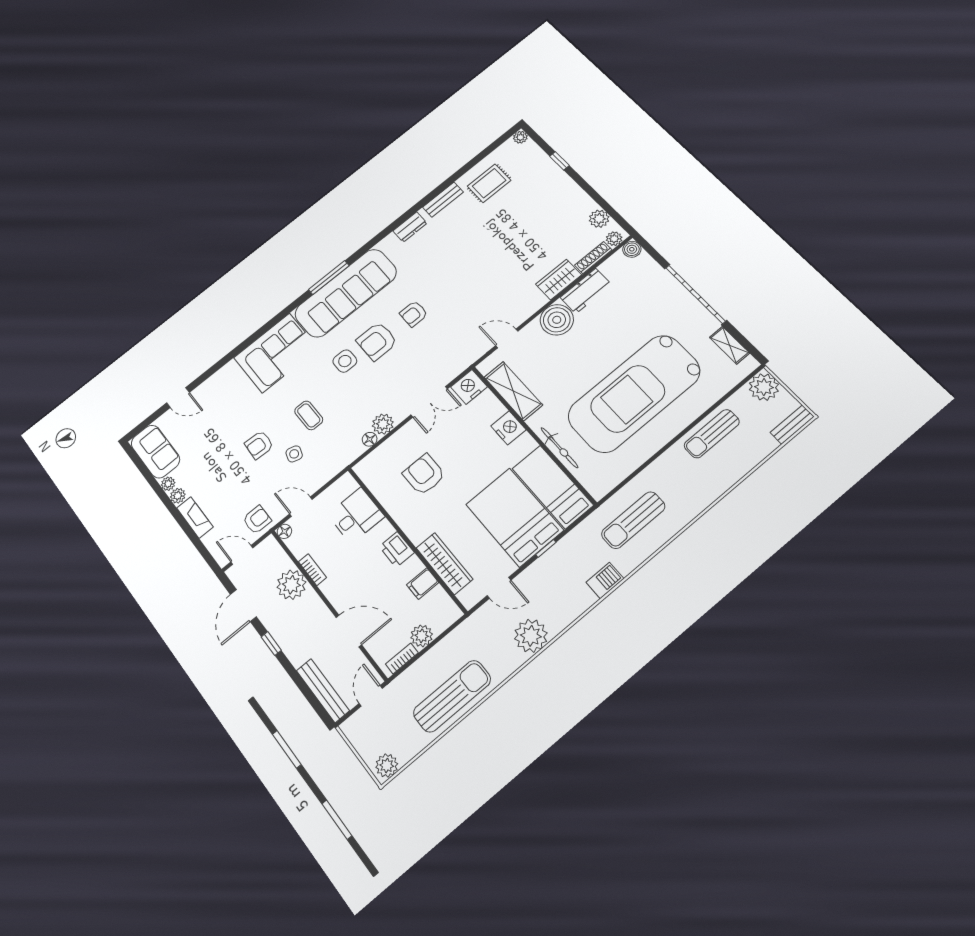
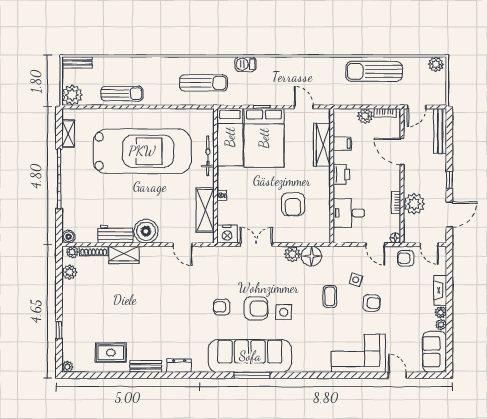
armchair: (414, 314) -> (222, 307), turned 180
corner sofa: (276, 353) -> (358, 353), moved
nightstand: (508, 428) -> (222, 195), width x0.53, depth x0.56
floor lamp: (370, 439) -> (311, 256), width x1.89, depth x1.89
plant: (531, 636) -> (308, 68), removed

